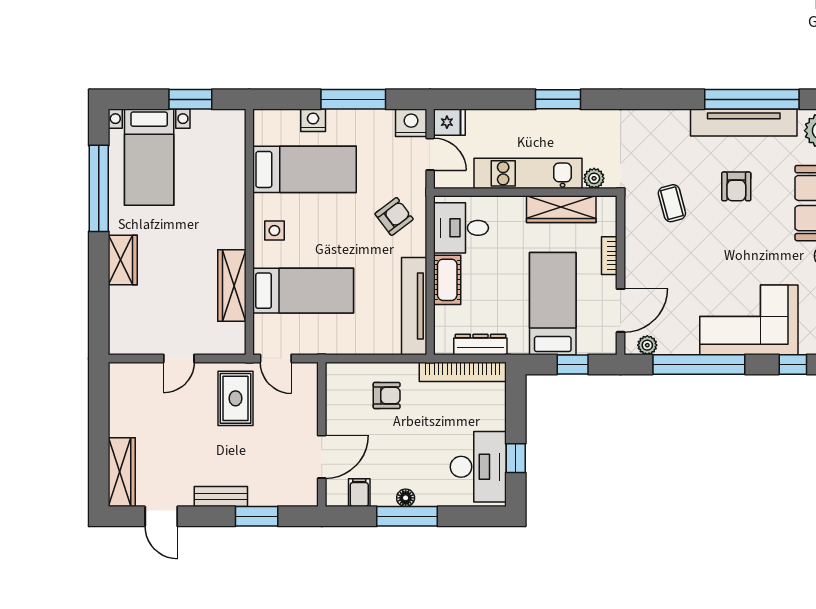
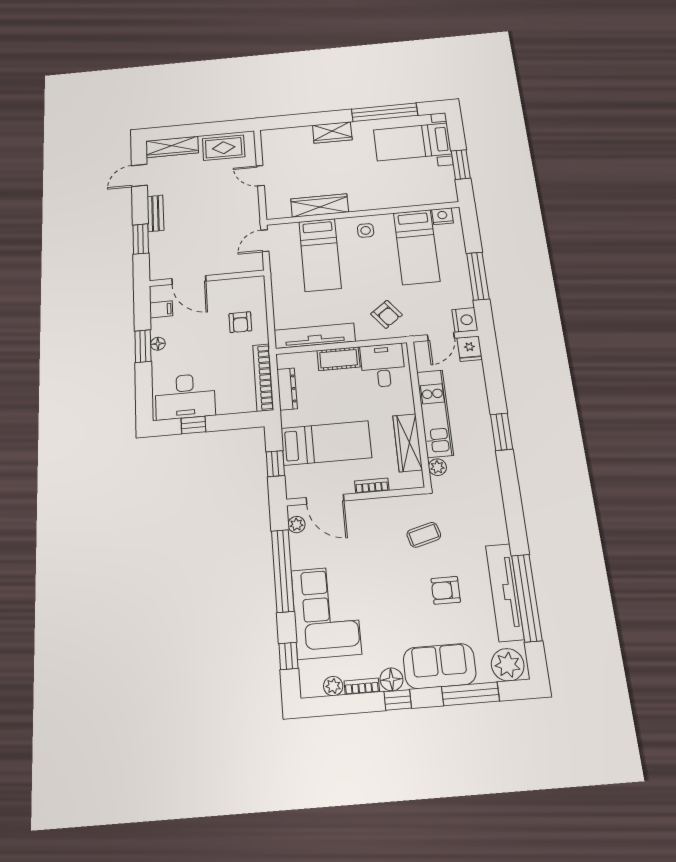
nightstand: (313, 120) -> (442, 216), moved, turned -90
rug: (236, 398) -> (224, 148), moved
window: (407, 516) -> (143, 346), width x0.69

